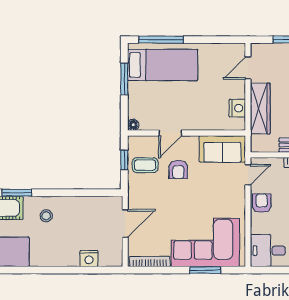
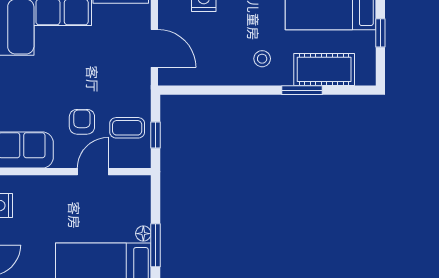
floor lamp: (133, 125) -> (143, 234), moved
door: (125, 223) -> (154, 48), swing flipped

